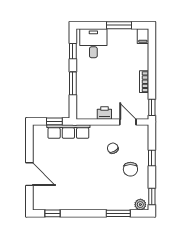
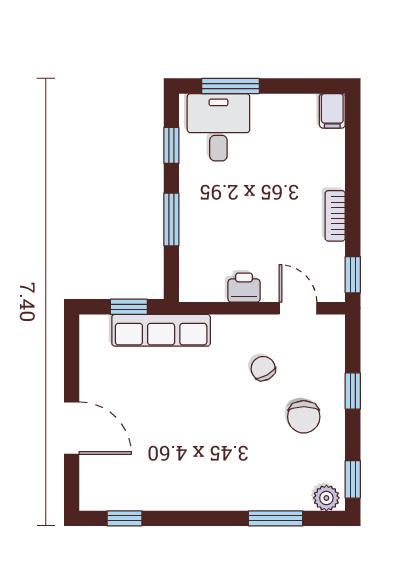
window: (119, 25) -> (230, 86), moved

